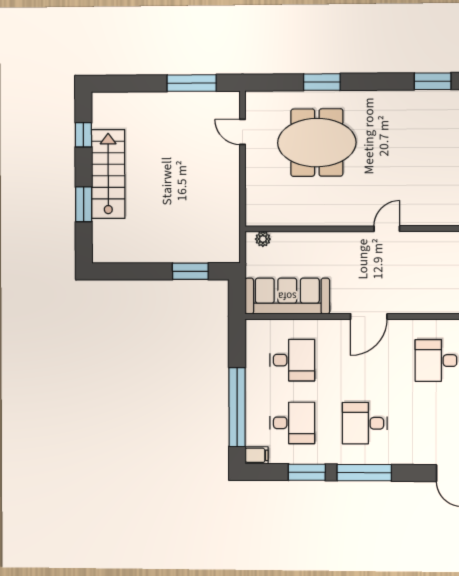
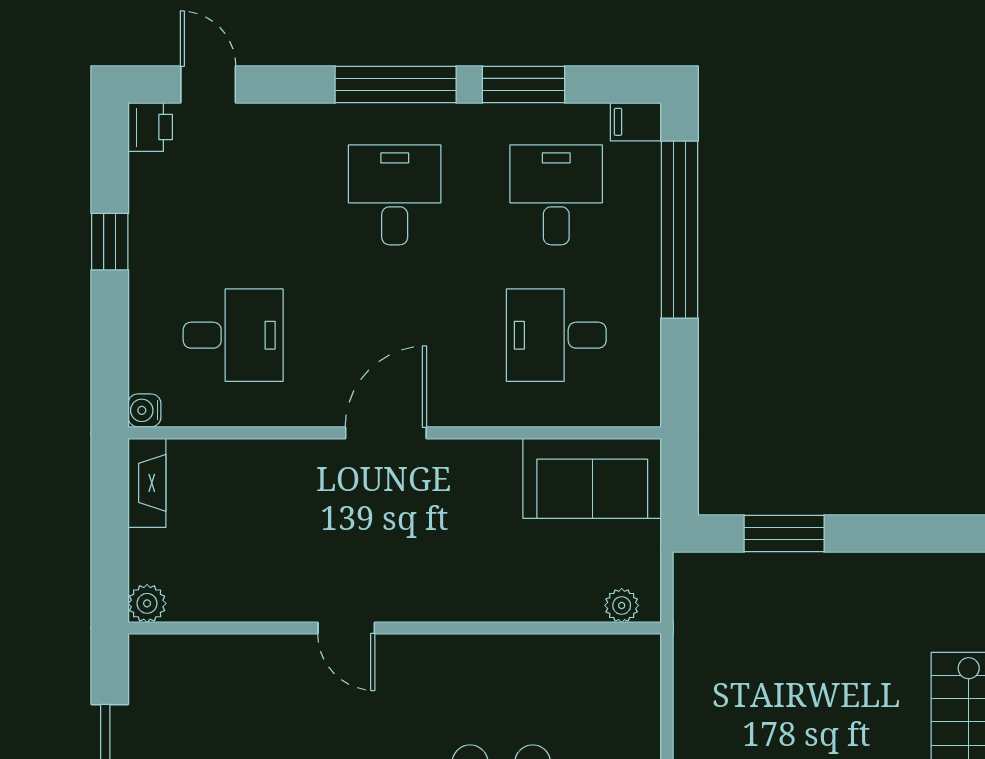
door: (387, 229) -> (346, 628), hinge flipped
sofa: (287, 296) -> (592, 478), width x0.73
desk: (292, 423) -> (556, 195), turned 90
desk: (365, 423) -> (395, 195), turned -90

